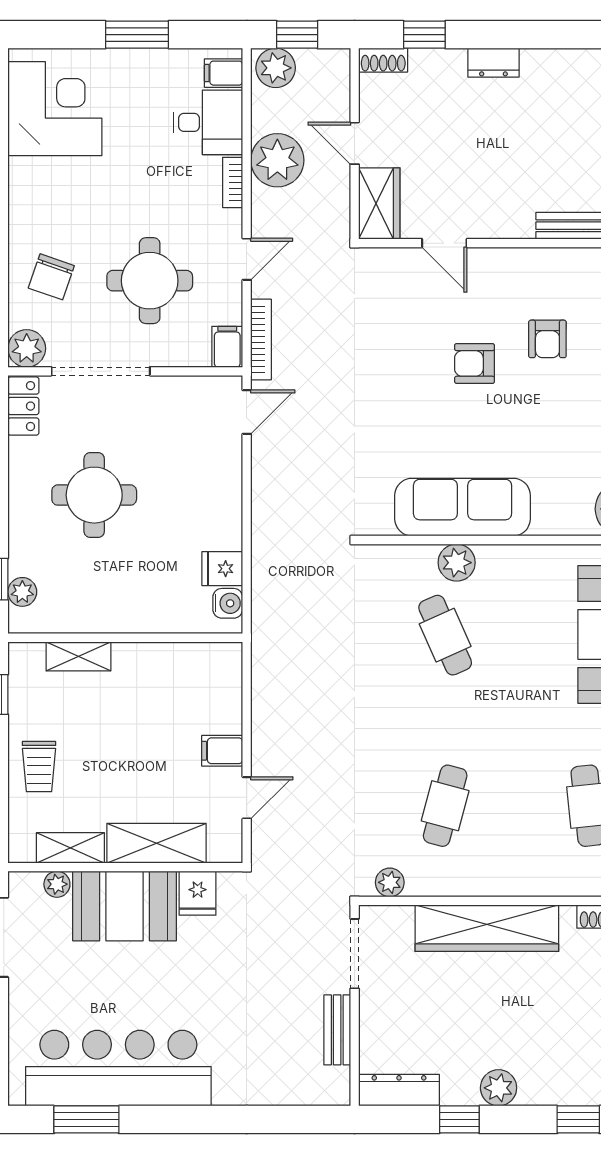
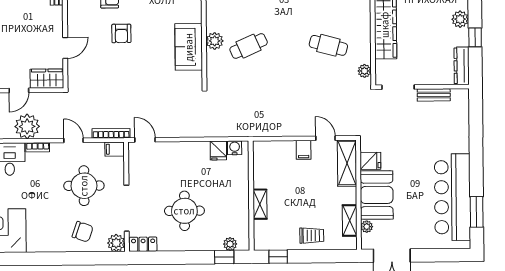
sofa: (463, 507) -> (189, 47), width x0.73
shelving: (78, 656) -> (260, 204), moved
shelving: (157, 843) -> (347, 163), moved

